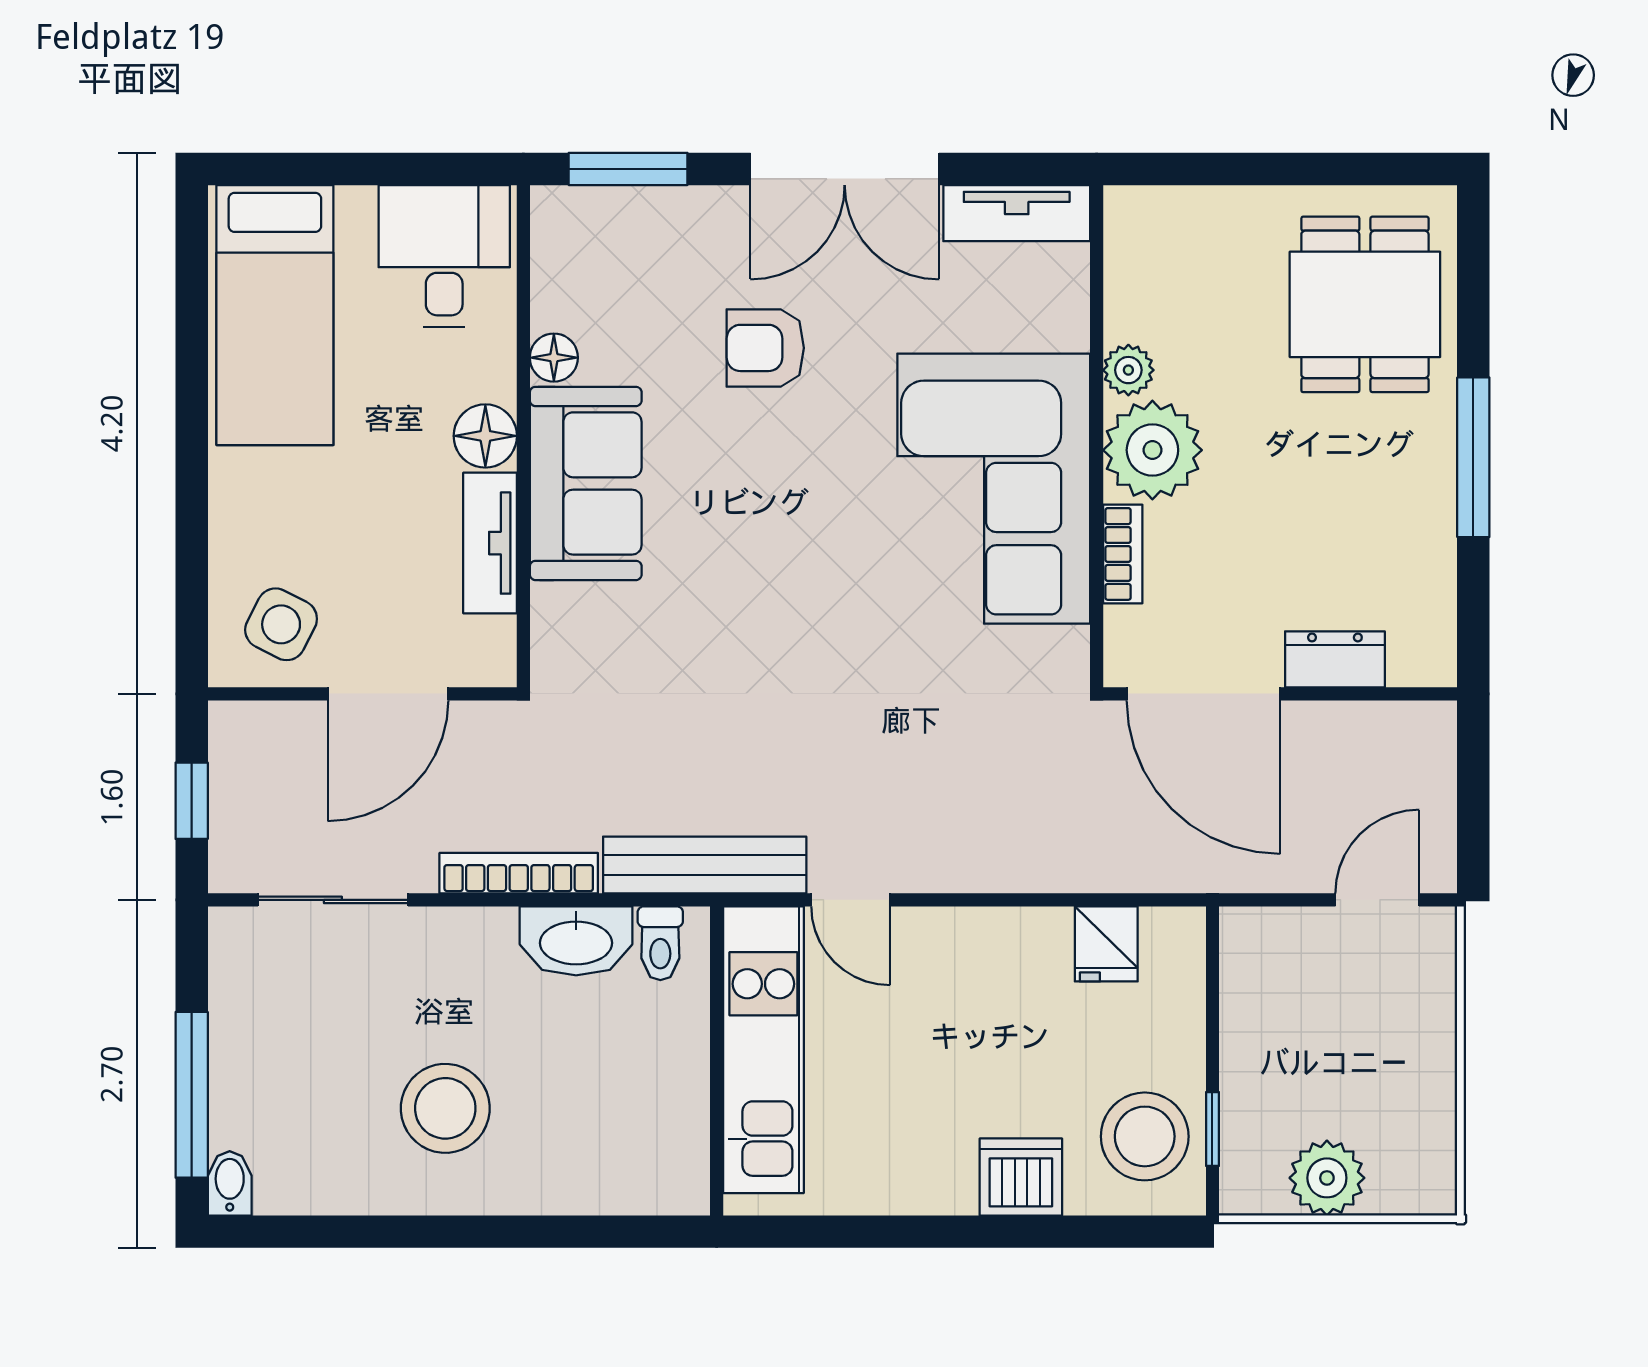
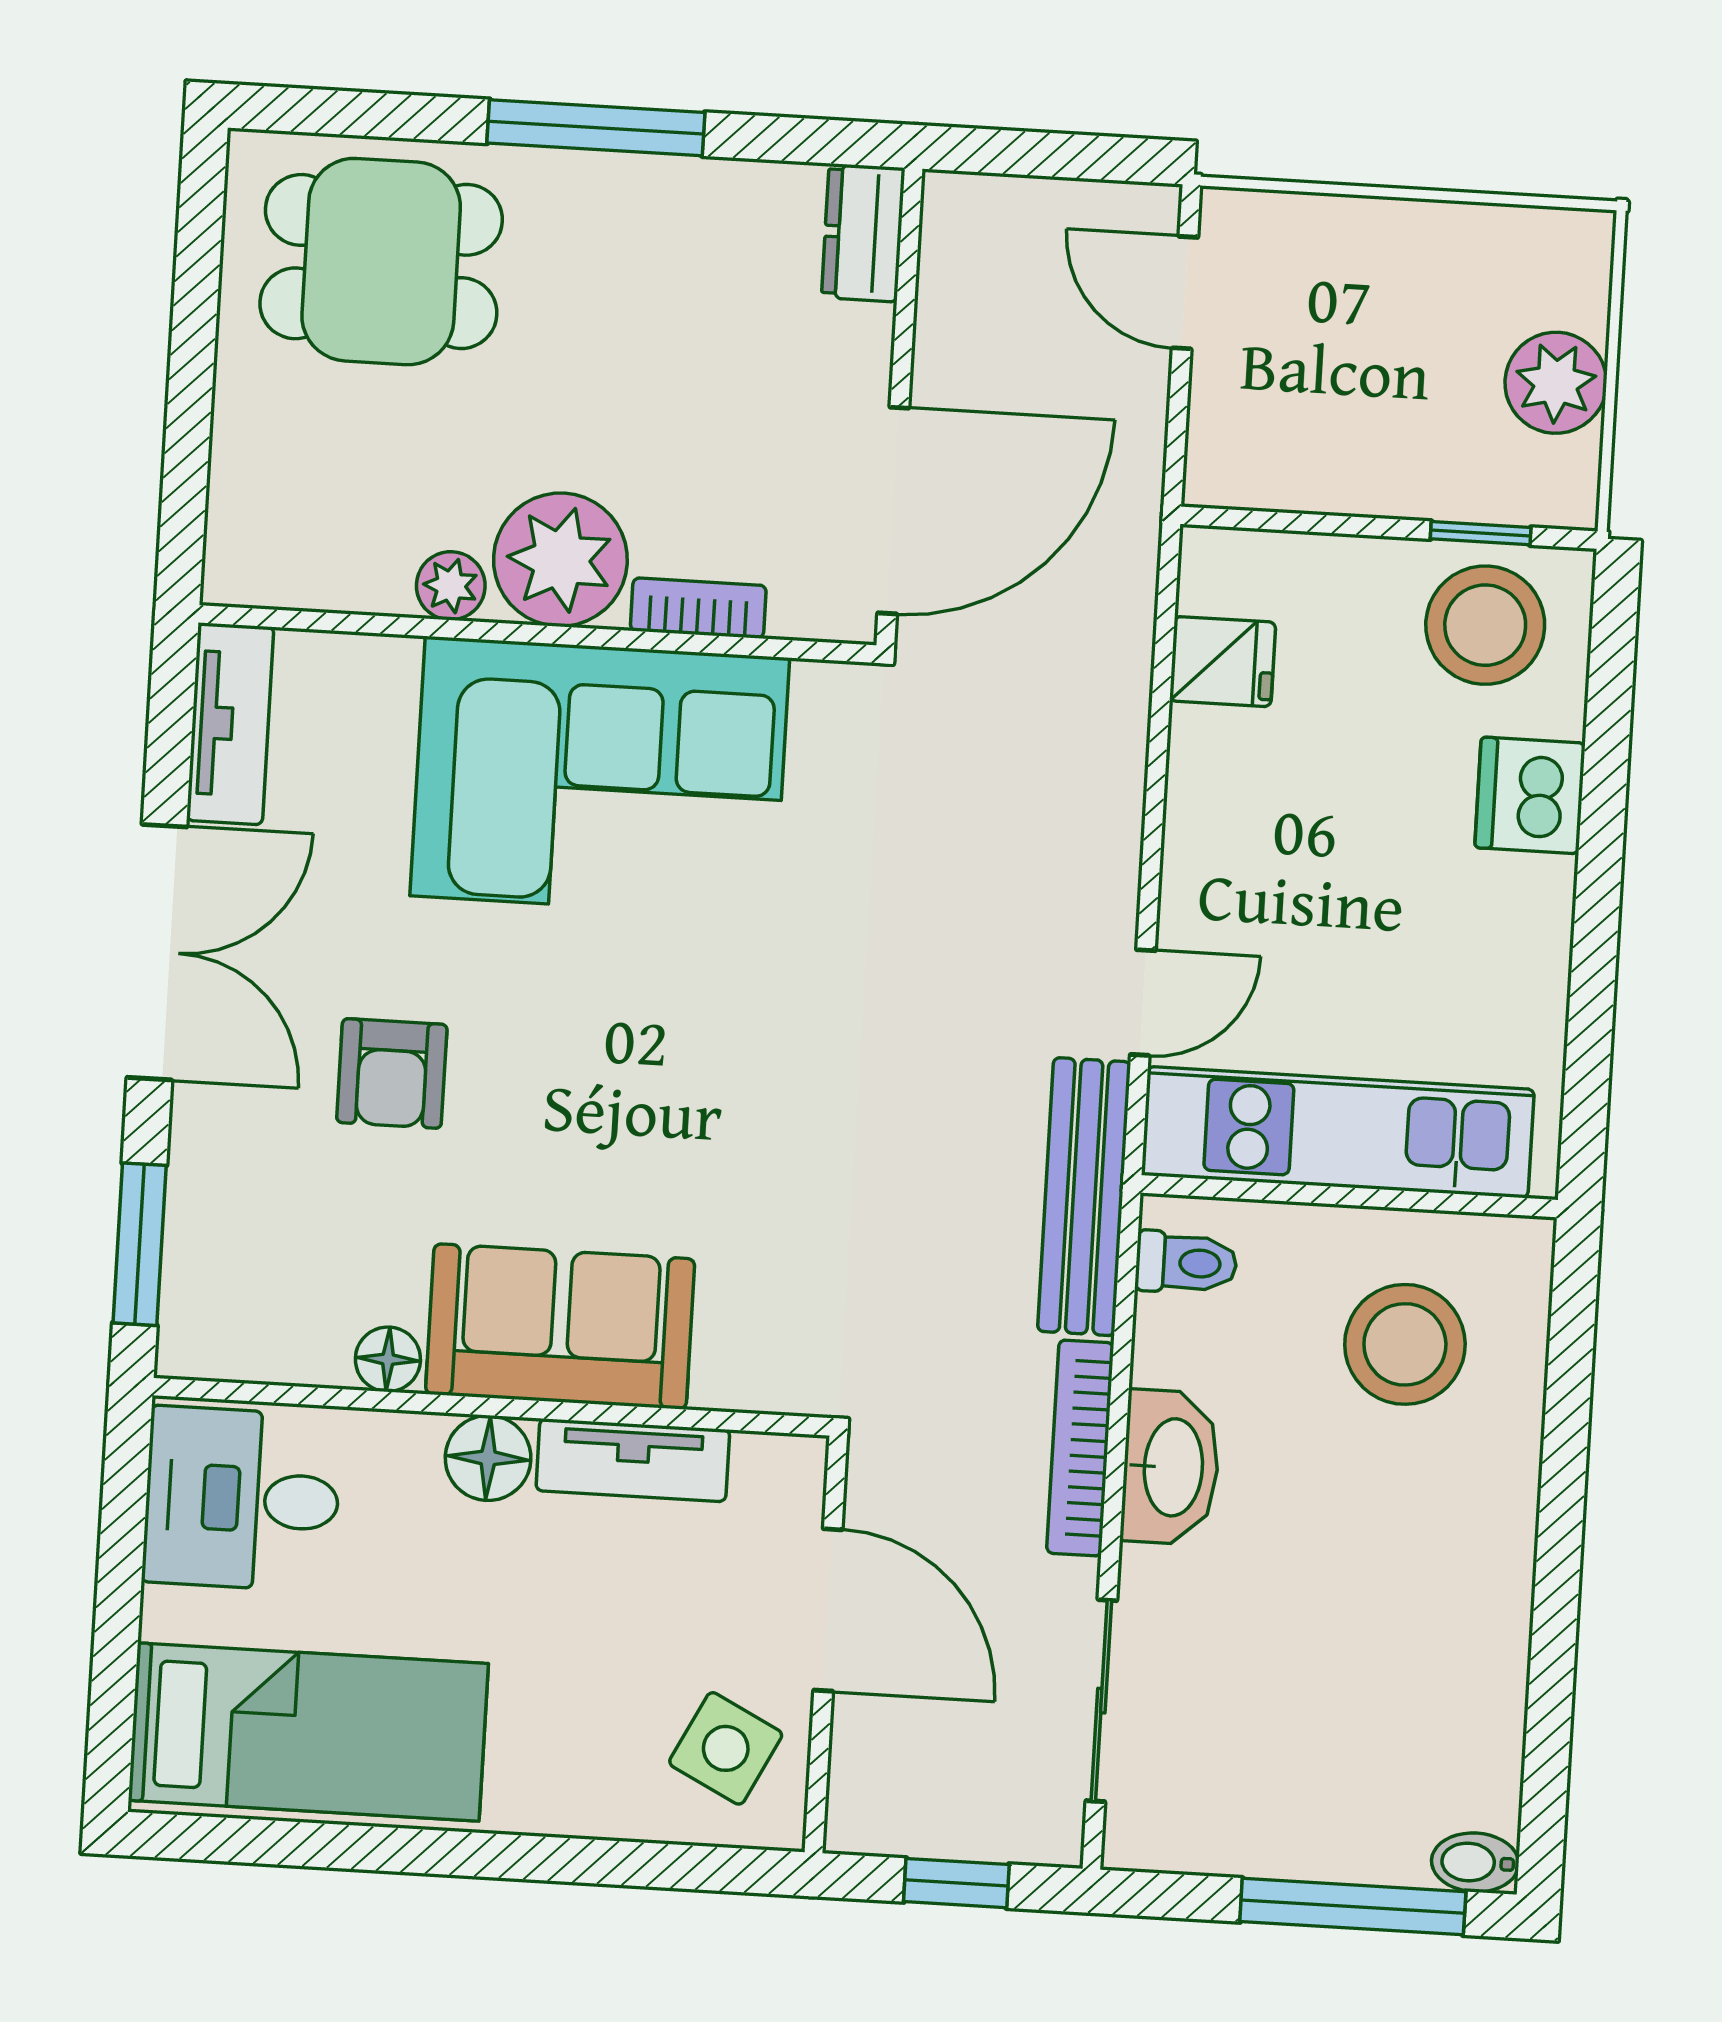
dresser: (1335, 659) -> (863, 233), moved
washbasin: (576, 941) -> (1171, 1467), moved
stool: (445, 1108) -> (1405, 1344), moved

